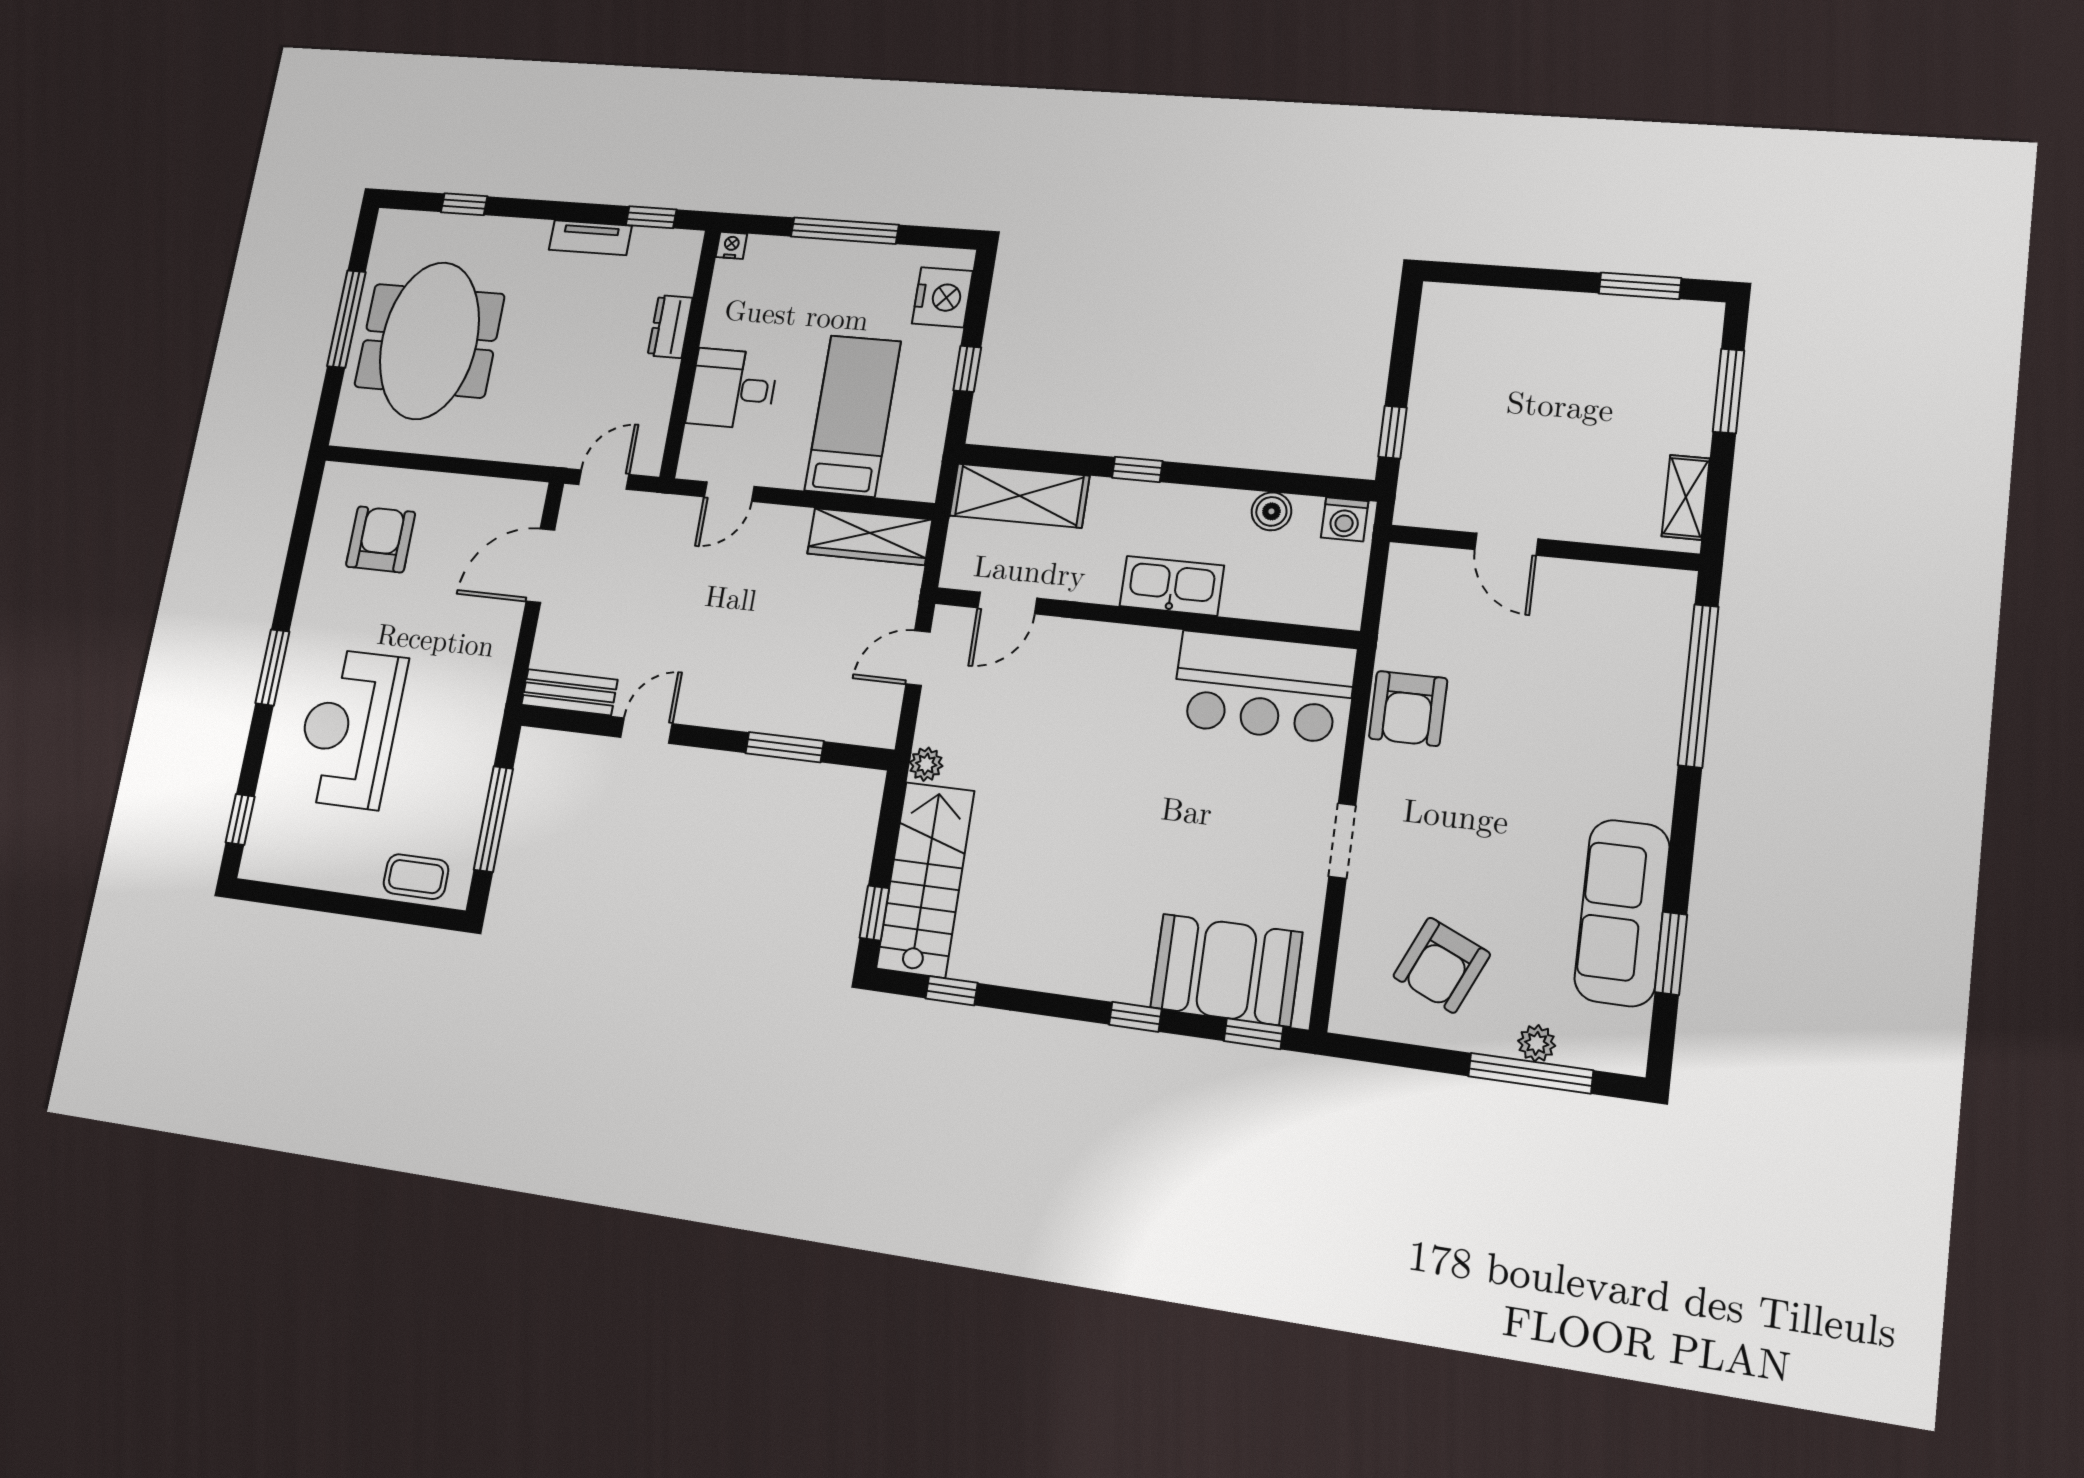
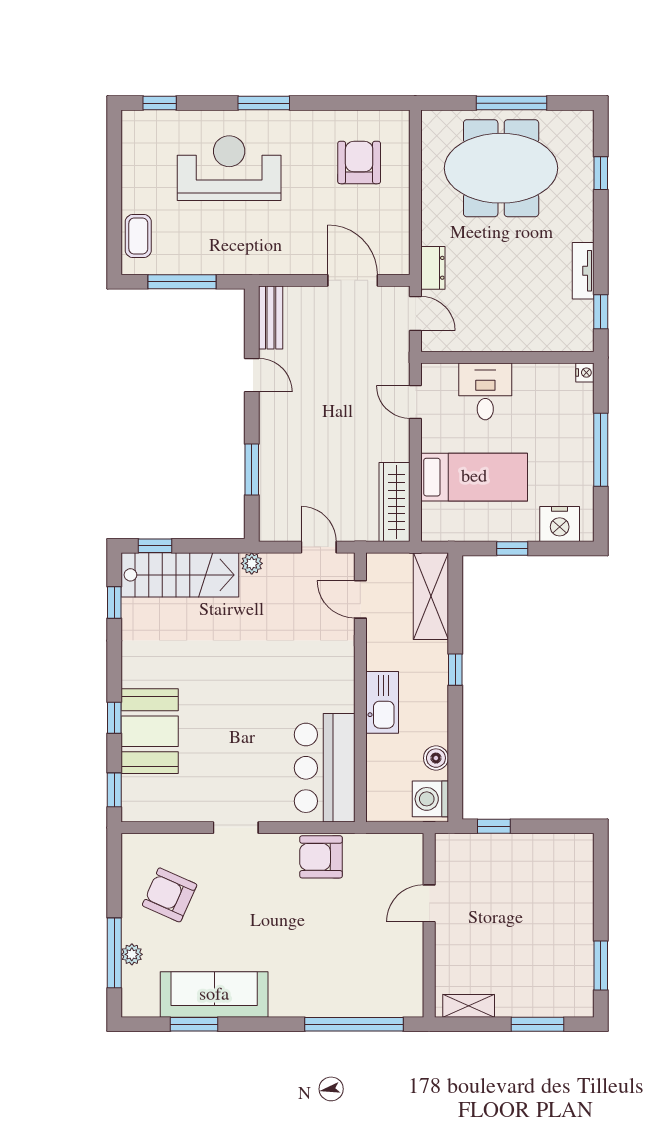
dresser: (670, 327) -> (433, 268), moved, turned 90
washing machine: (1345, 519) -> (430, 799), width x1.38, depth x1.38
armchair: (381, 539) -> (359, 162), turned -90
booth: (1226, 970) -> (150, 731), moved

